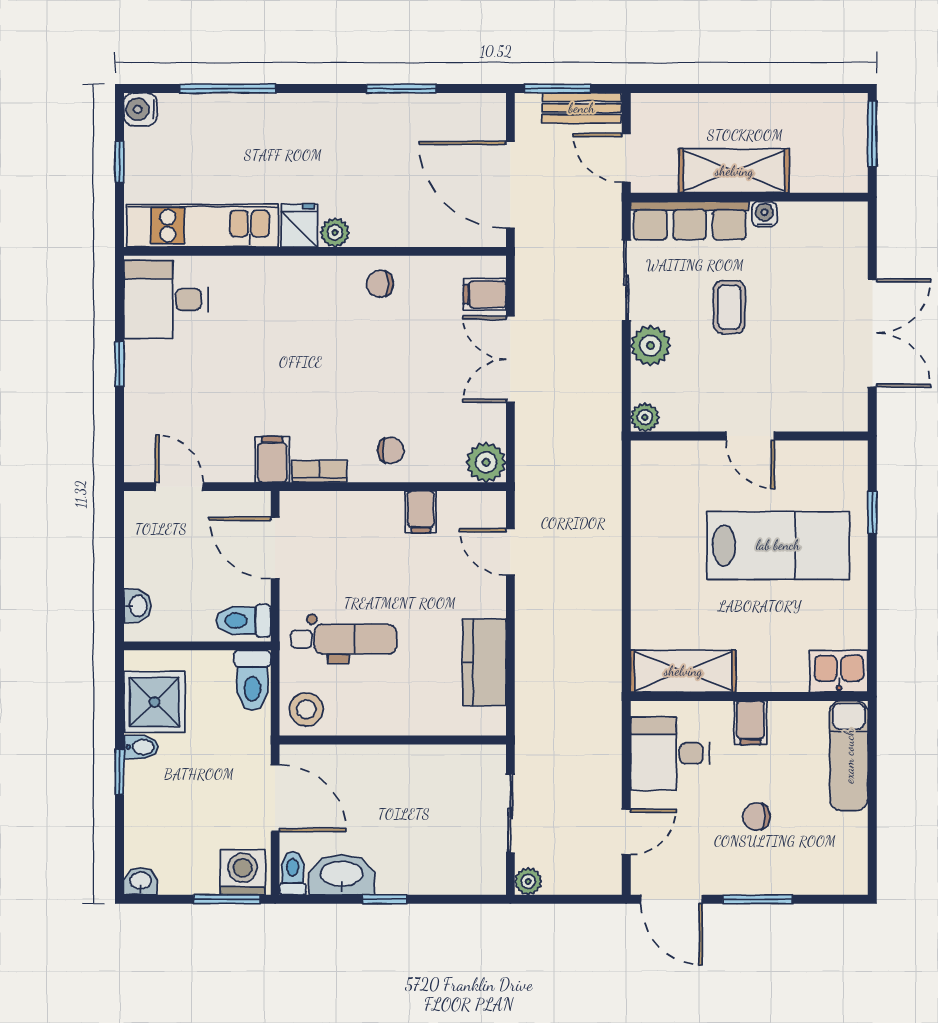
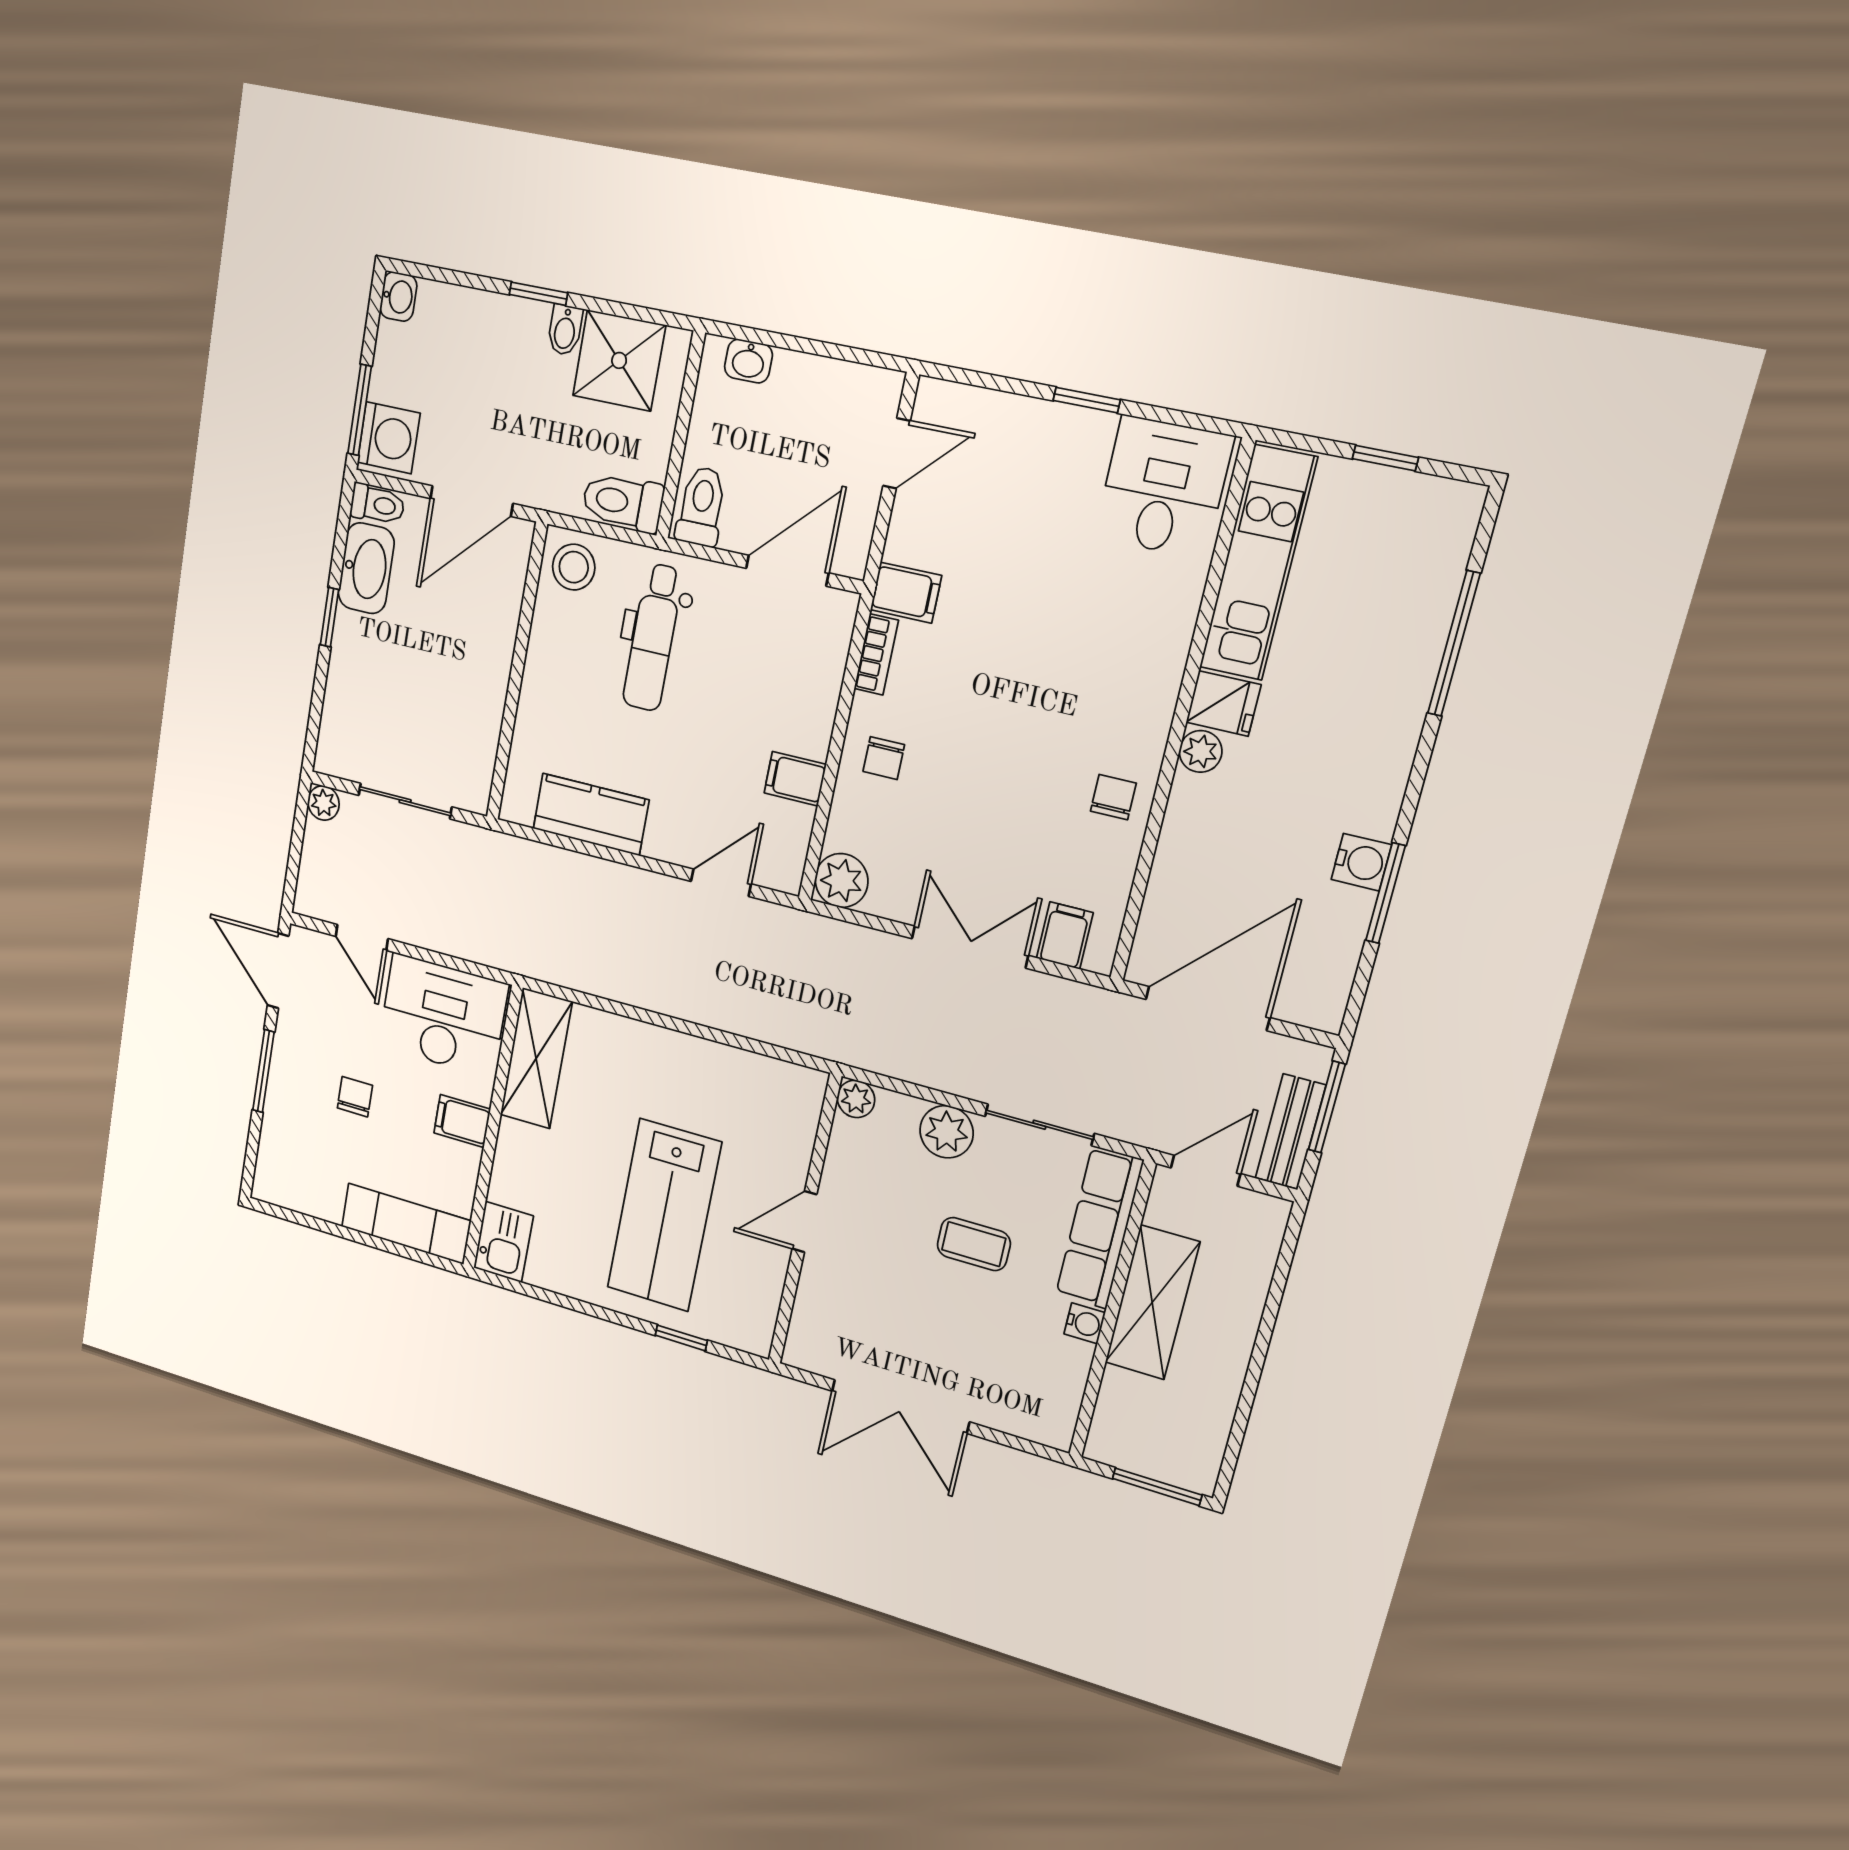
water cooler: (140, 109) -> (1361, 862), moved, turned 90
desk: (670, 753) -> (443, 1015), width x1.37
door: (672, 899) -> (278, 971), hinge flipped

